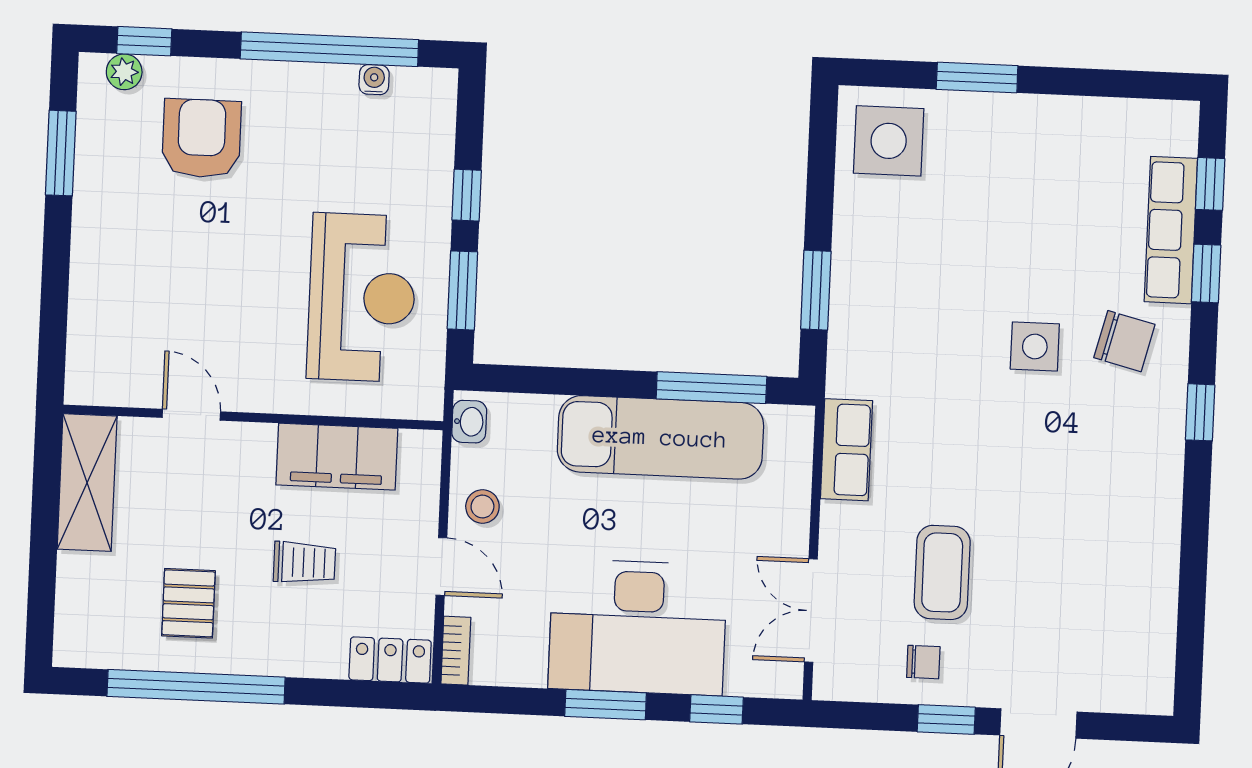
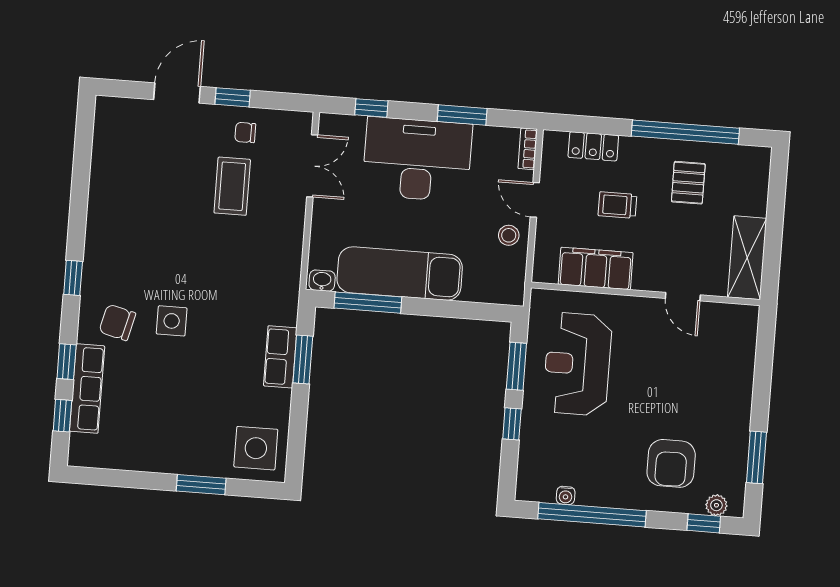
washbasin: (469, 422) -> (322, 281), moved, turned 90
row of seats: (846, 450) -> (280, 357), moved
locker: (390, 660) -> (593, 146), moved
window: (606, 705) -> (462, 115), moved

